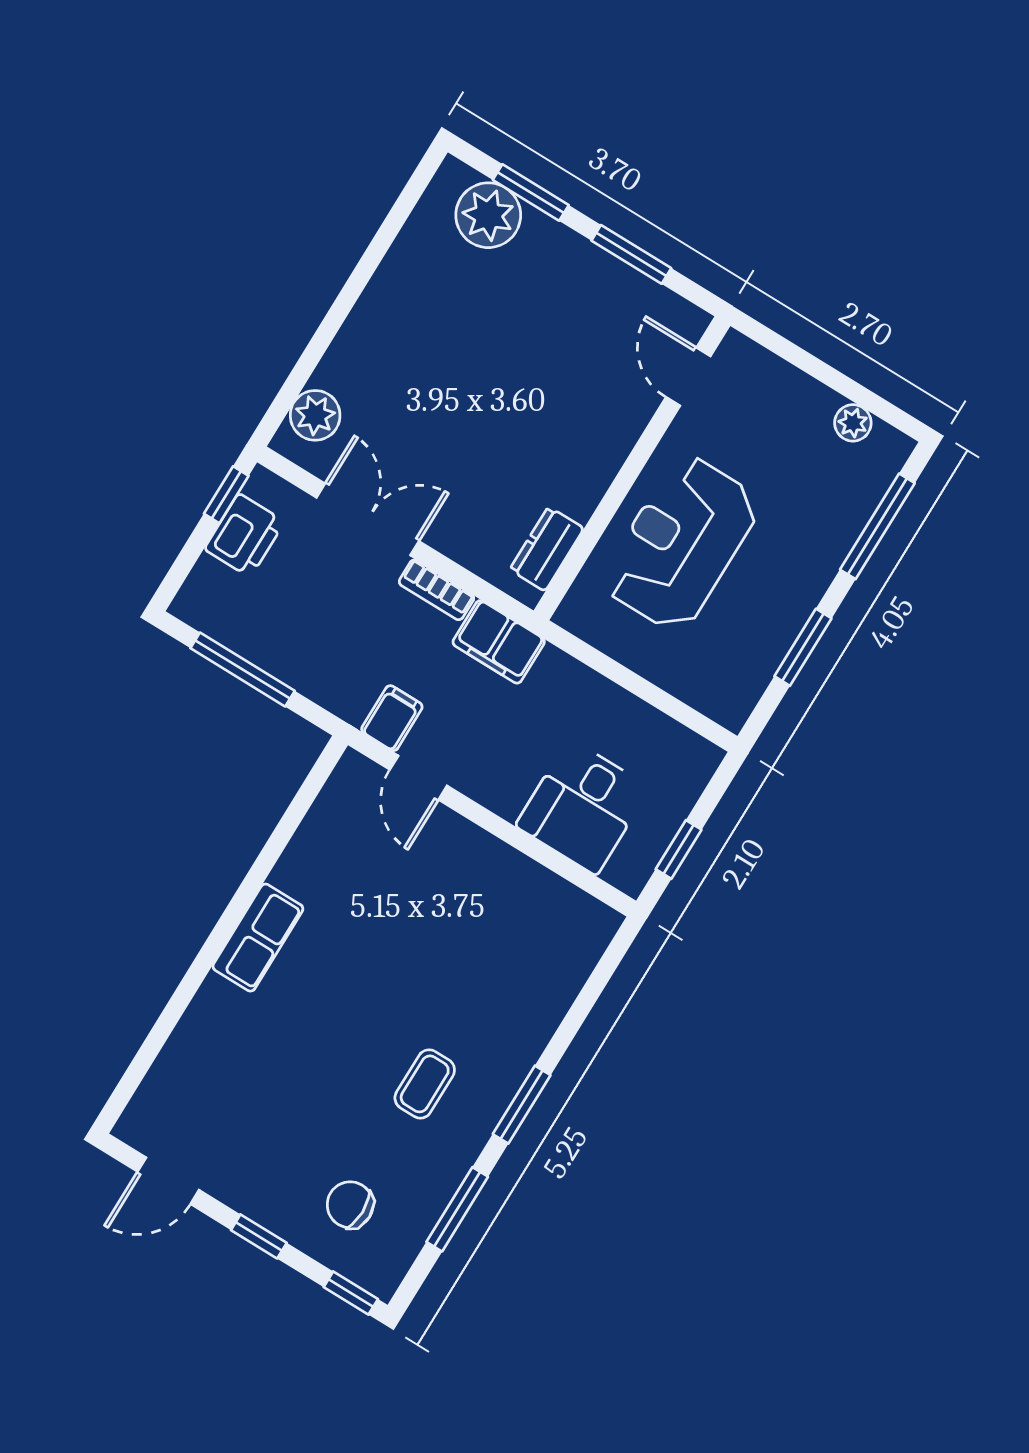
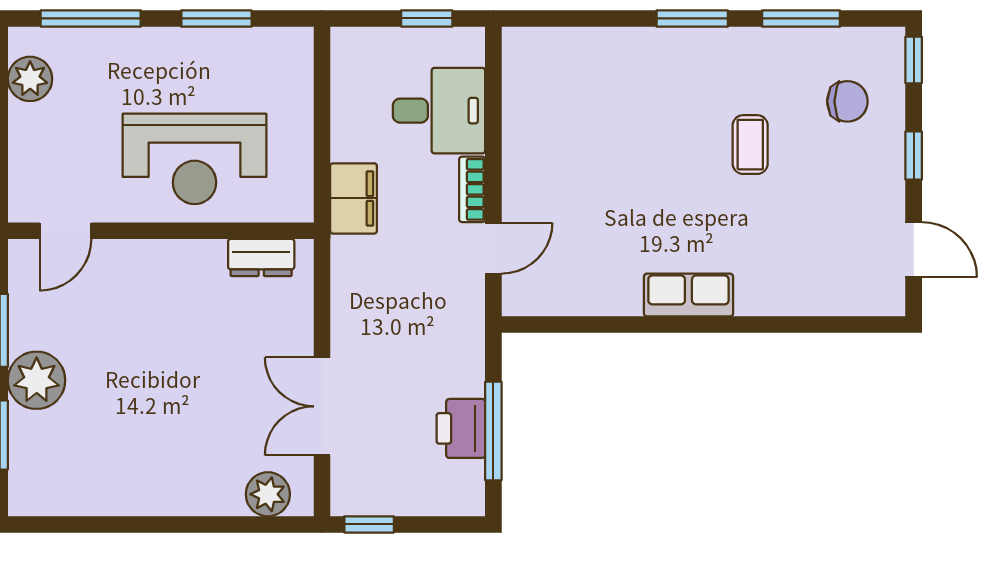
plant: (488, 215) -> (37, 380), moved
plant: (853, 423) -> (30, 79), width x1.38, depth x1.38
printer: (244, 535) -> (461, 428), moved, turned -90
bookcase: (437, 590) -> (472, 189), moved, turned 180
filing cabinet: (499, 642) -> (354, 198), moved
filing cabinet: (392, 718) -> (461, 296), removed
coffee table: (425, 1084) -> (750, 145), moved, turned 90
chair: (350, 1205) -> (847, 101), turned -90

